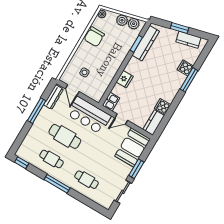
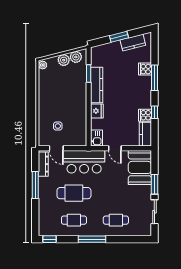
chair: (94, 37) -> (48, 89), removed
kitchen counter: (146, 43) -> (97, 85), moved
window: (172, 109) -> (154, 112), added
door: (121, 119) -> (115, 148), hinge flipped

